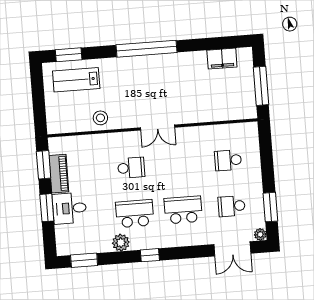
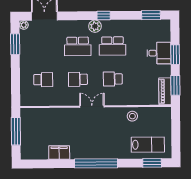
filing cabinet: (222, 59) -> (59, 152), moved
piano: (59, 174) -> (165, 91), moved
school desk: (232, 206) -> (78, 79), moved, turned 180
plant: (121, 243) -> (95, 26), moved

